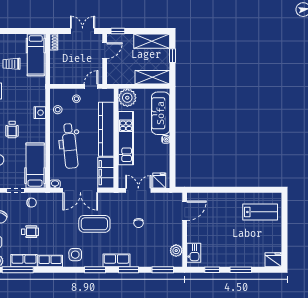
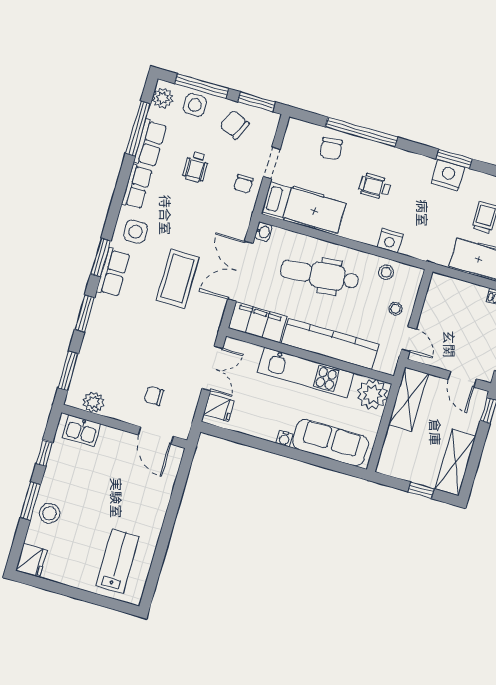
shelving: (152, 77) -> (408, 399), moved
lab bench: (260, 212) -> (118, 561), turned 180
chair: (139, 223) -> (154, 396), moved
stool: (245, 257) -> (49, 513), added
row of seats: (116, 260) -> (113, 272), moved

